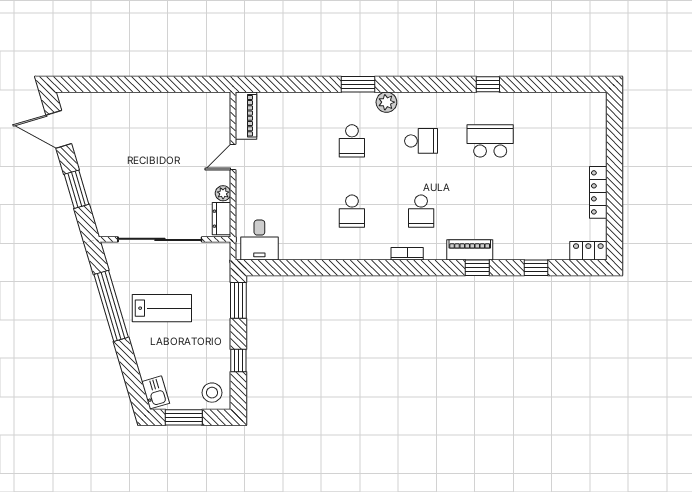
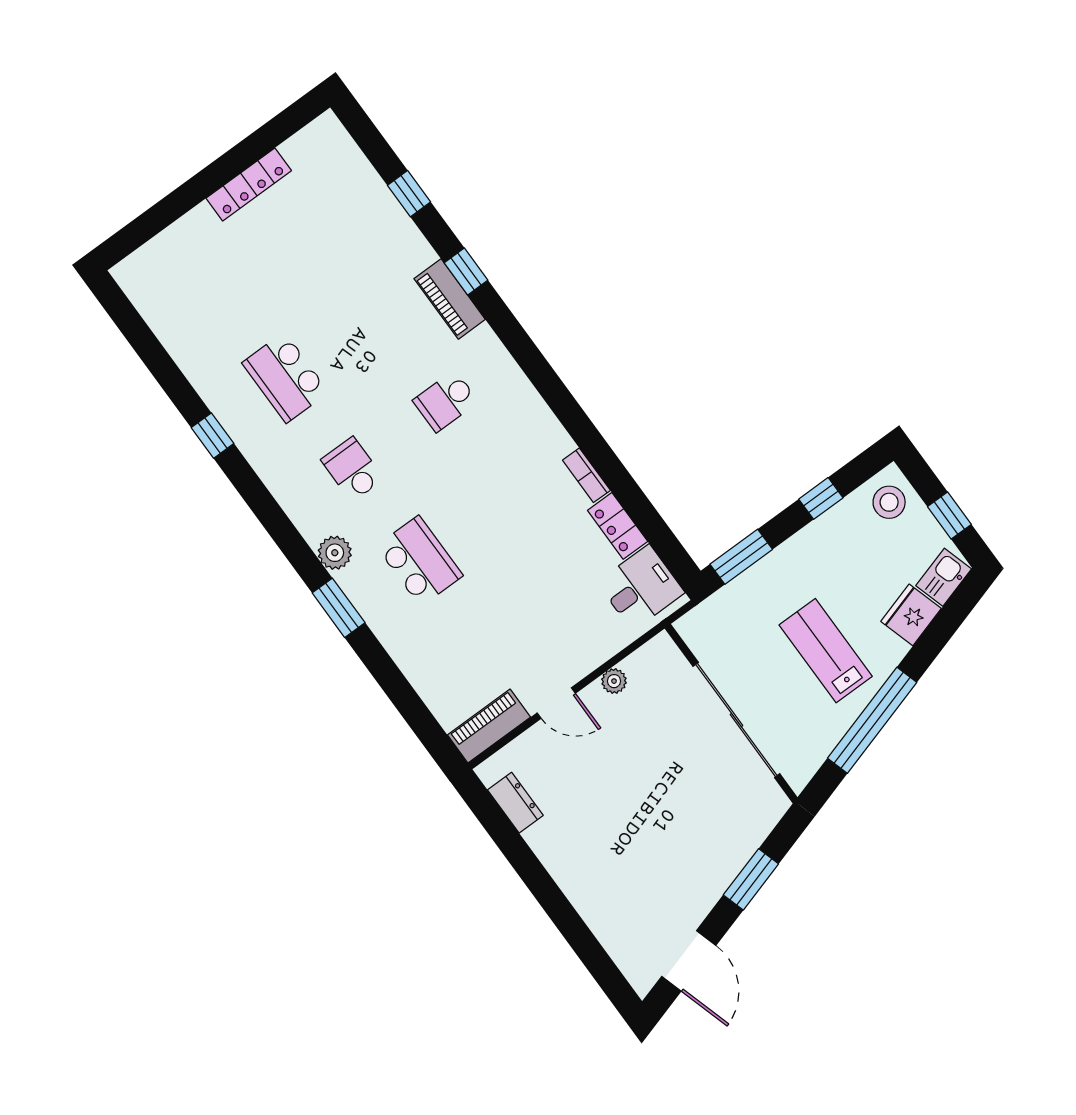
school desk: (352, 141) -> (420, 561), width x1.85
school desk: (352, 211) -> (513, 493), removed
school desk: (421, 211) -> (446, 401), turned 180
dresser: (222, 219) -> (515, 803), moved, turned -90
locker: (588, 251) -> (618, 526), moved
bookcase: (407, 254) -> (586, 475), moved
fridge: (149, 363) -> (911, 615), added
window: (184, 417) -> (949, 516), width x0.67

